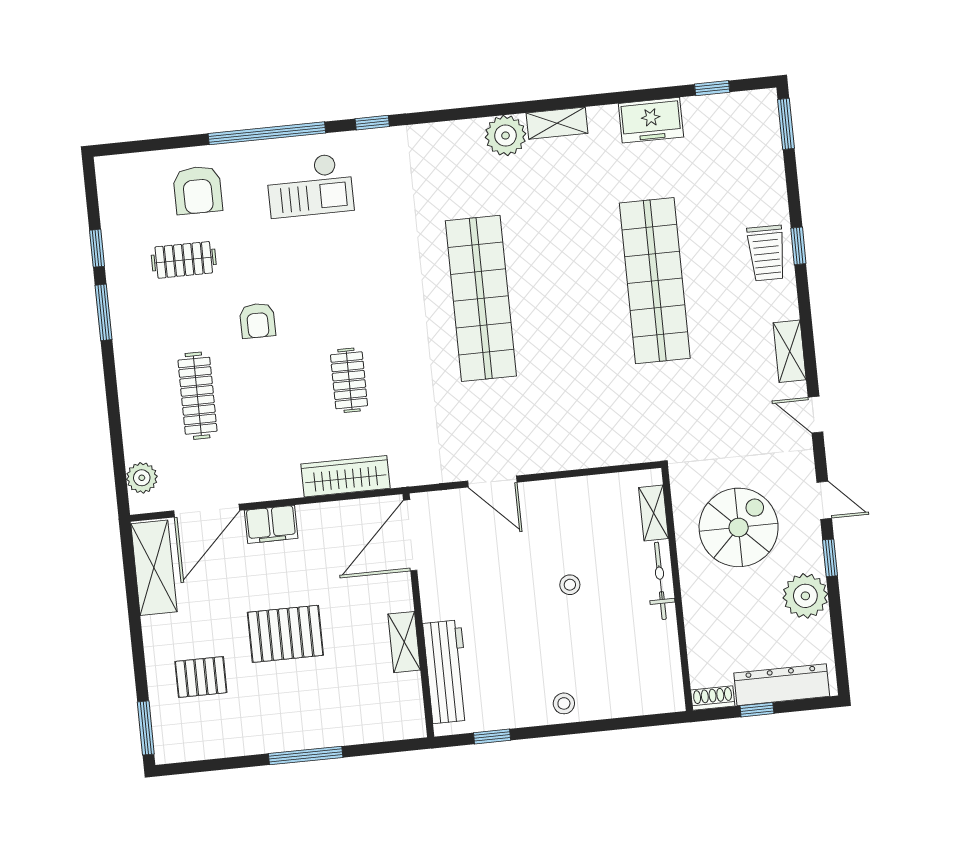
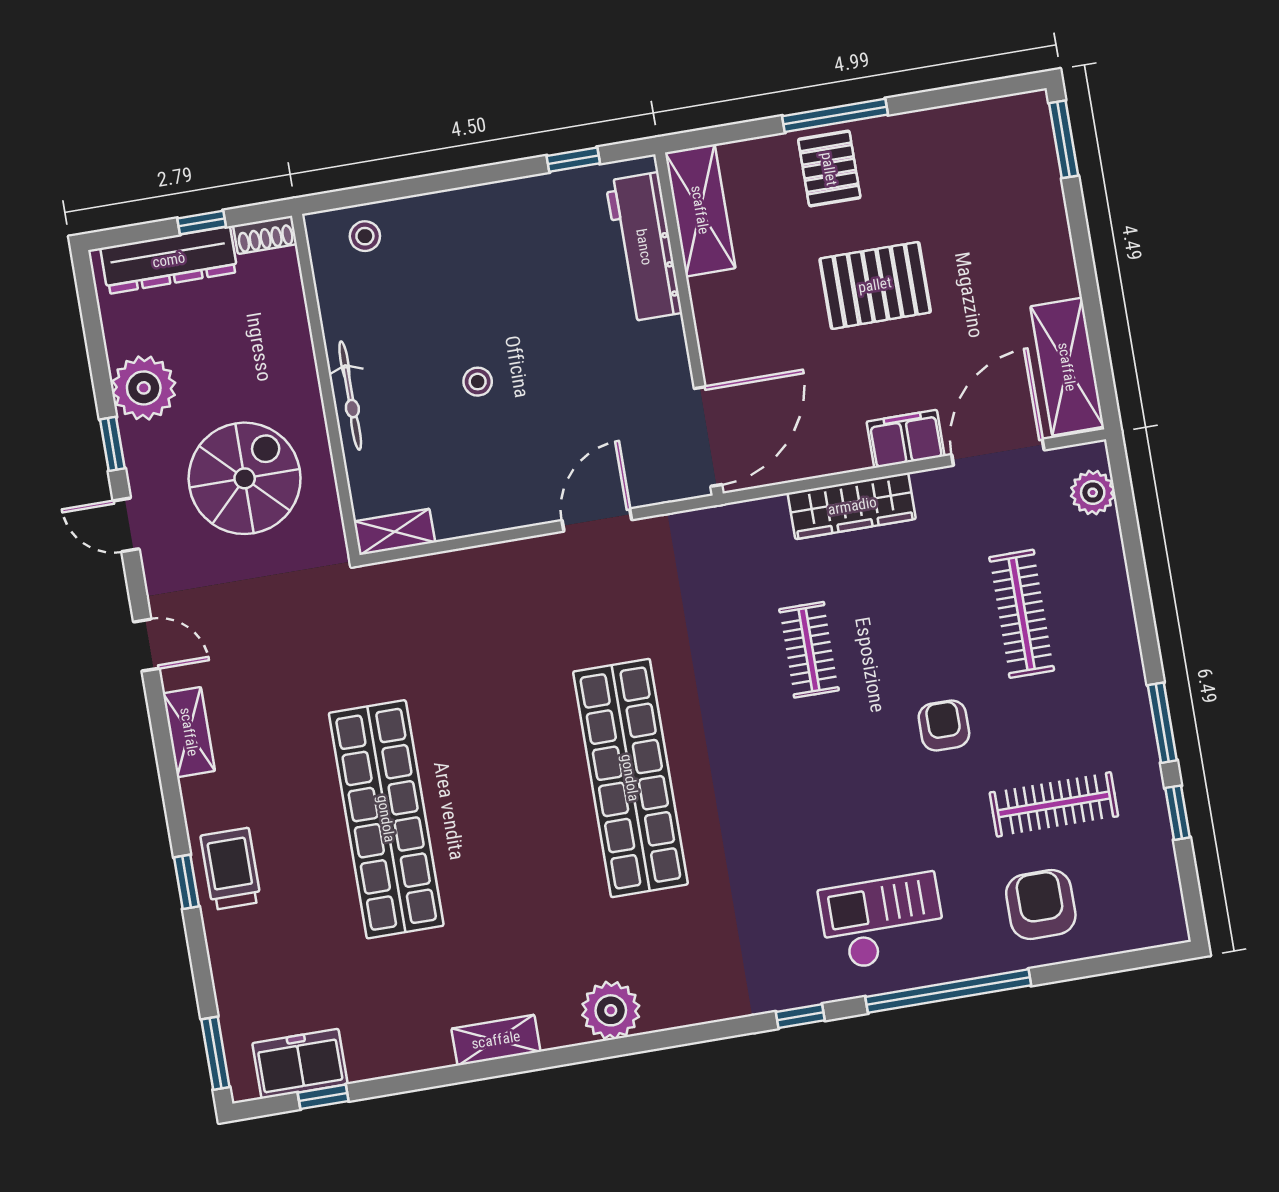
freezer: (651, 120) -> (300, 1064), moved
shelving: (557, 123) -> (496, 1040), moved
clothes rail: (184, 260) -> (1054, 804), width x1.36
wardrobe: (346, 476) -> (852, 506), moved
door: (492, 482) -> (597, 520), hinge flipped
shelving: (654, 513) -> (394, 532), moved, turned 90
spiral stairs: (739, 527) -> (245, 478), turned 180
shelving: (404, 642) -> (700, 210), moved, width x1.50, depth x1.33
pallet: (201, 677) -> (829, 169), moved, turned 90
stool: (564, 703) -> (365, 236), moved

